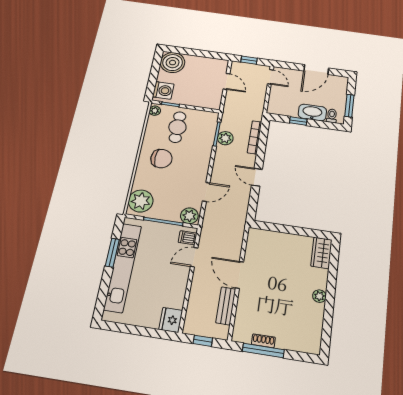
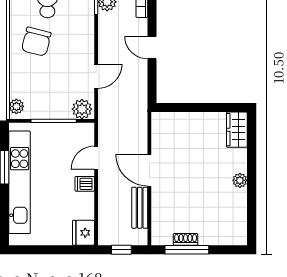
chair: (161, 159) -> (36, 42), turned 104
plant: (141, 201) -> (16, 106), width x0.53, depth x0.53
dishwasher: (188, 238) -> (85, 184), moved

